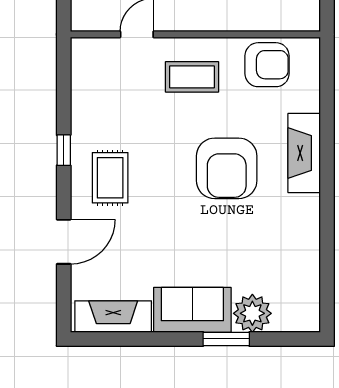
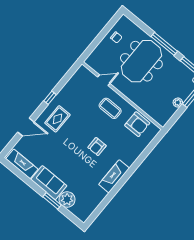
fireplace: (304, 153) -> (114, 176), moved
armchair: (227, 168) -> (97, 147), width x0.53, depth x0.53

